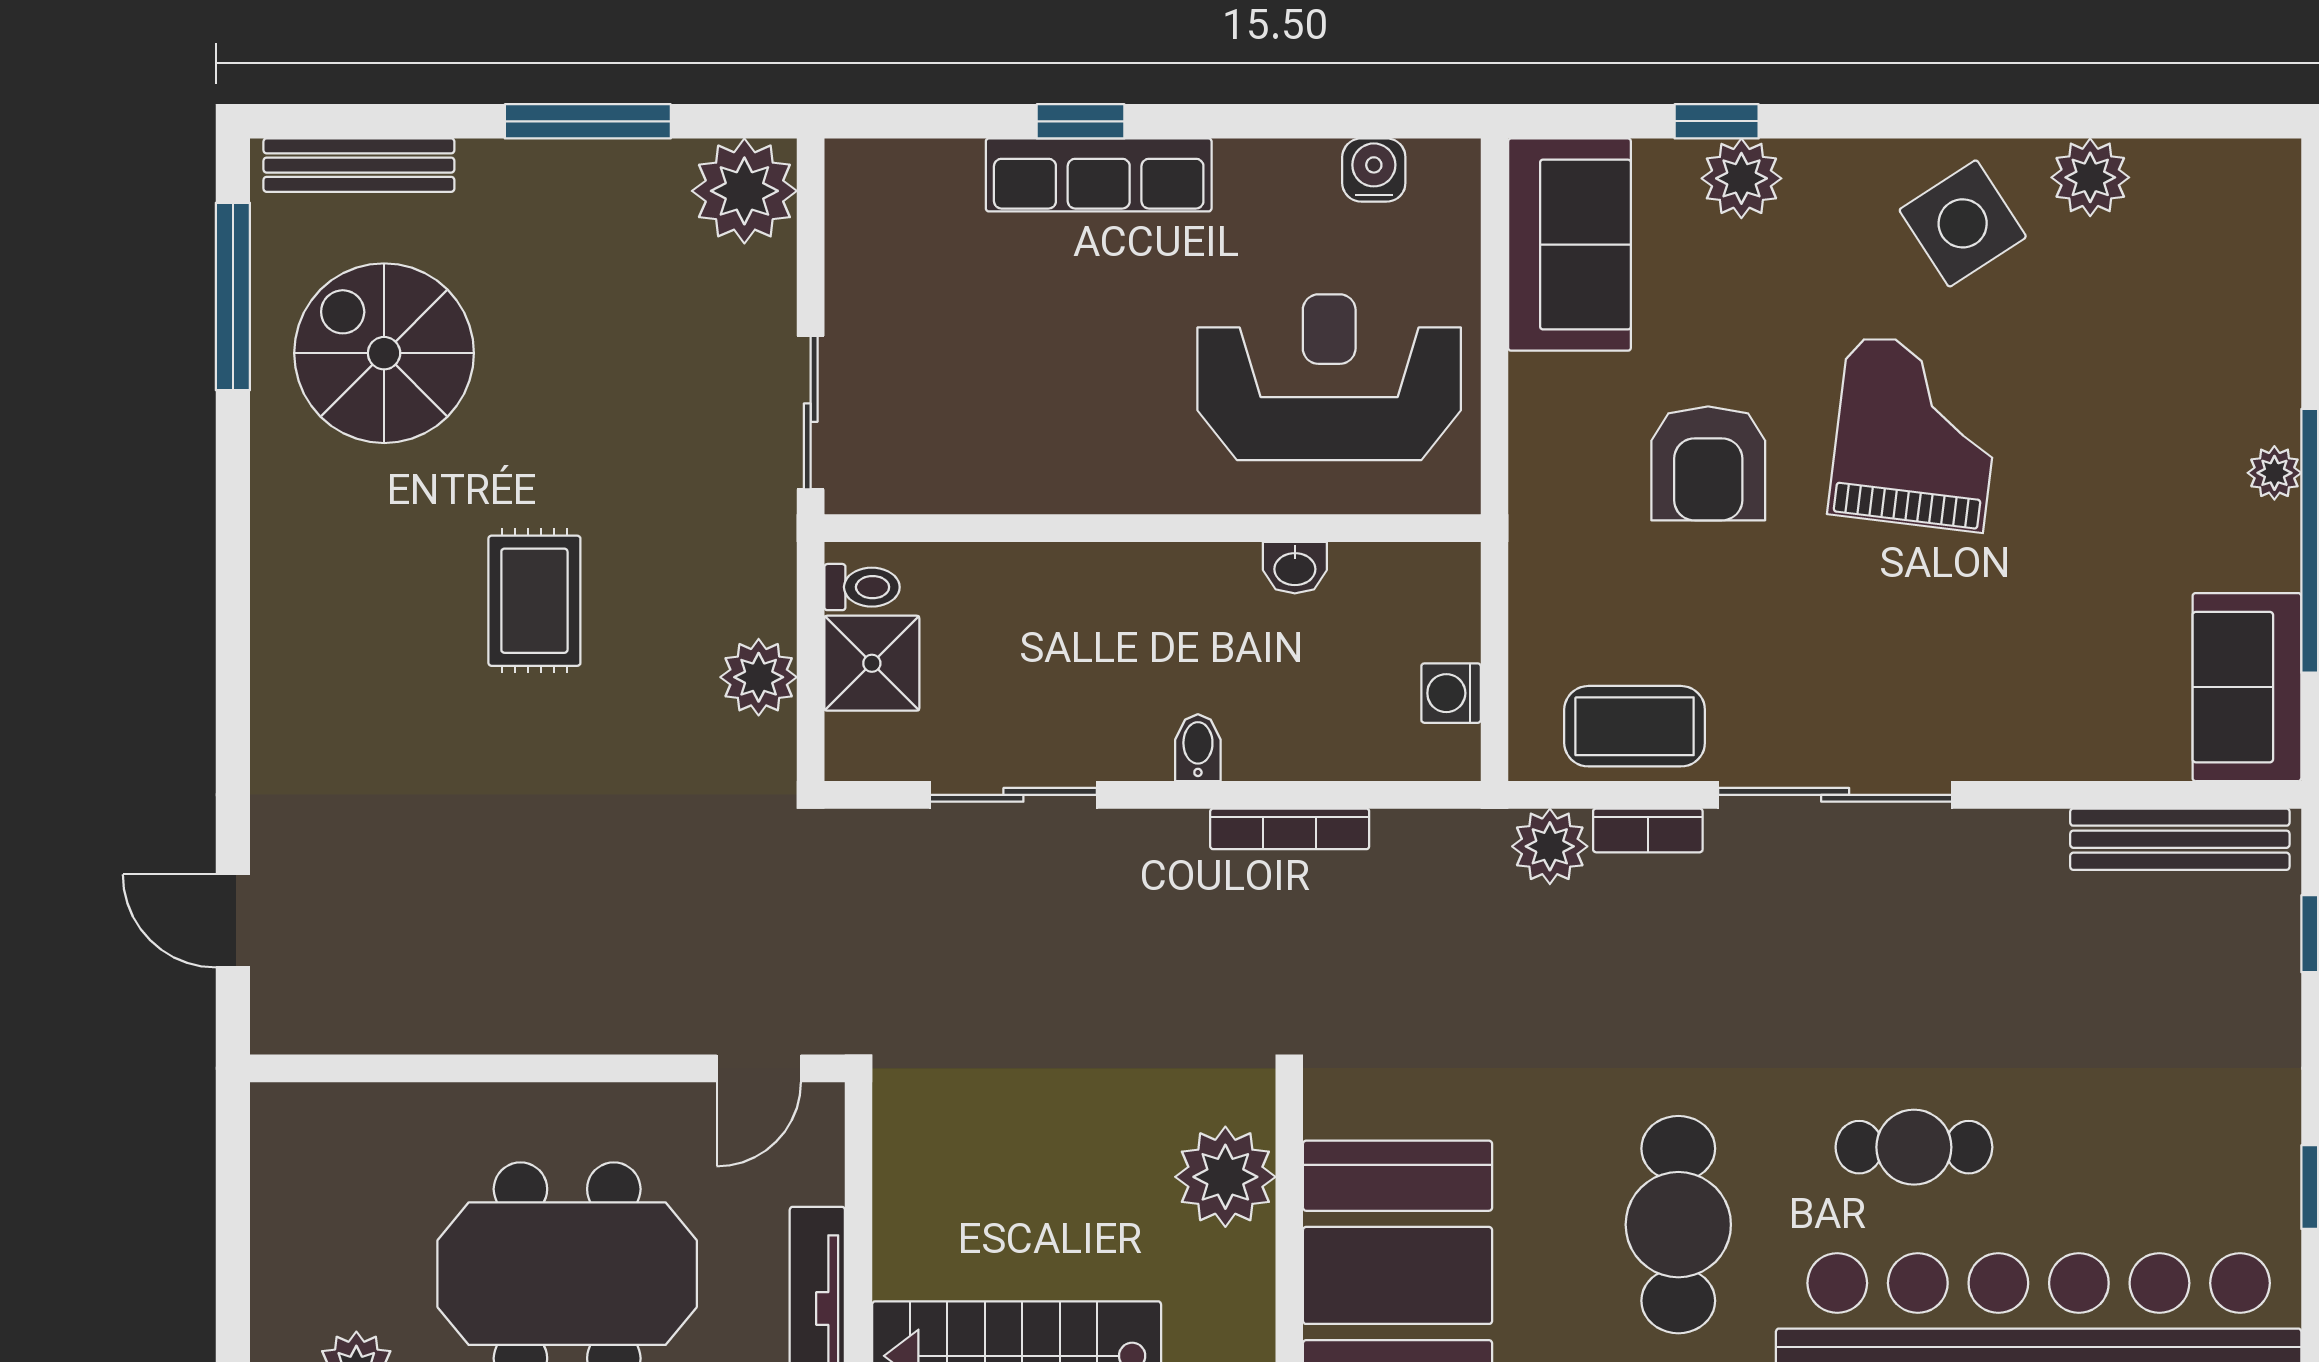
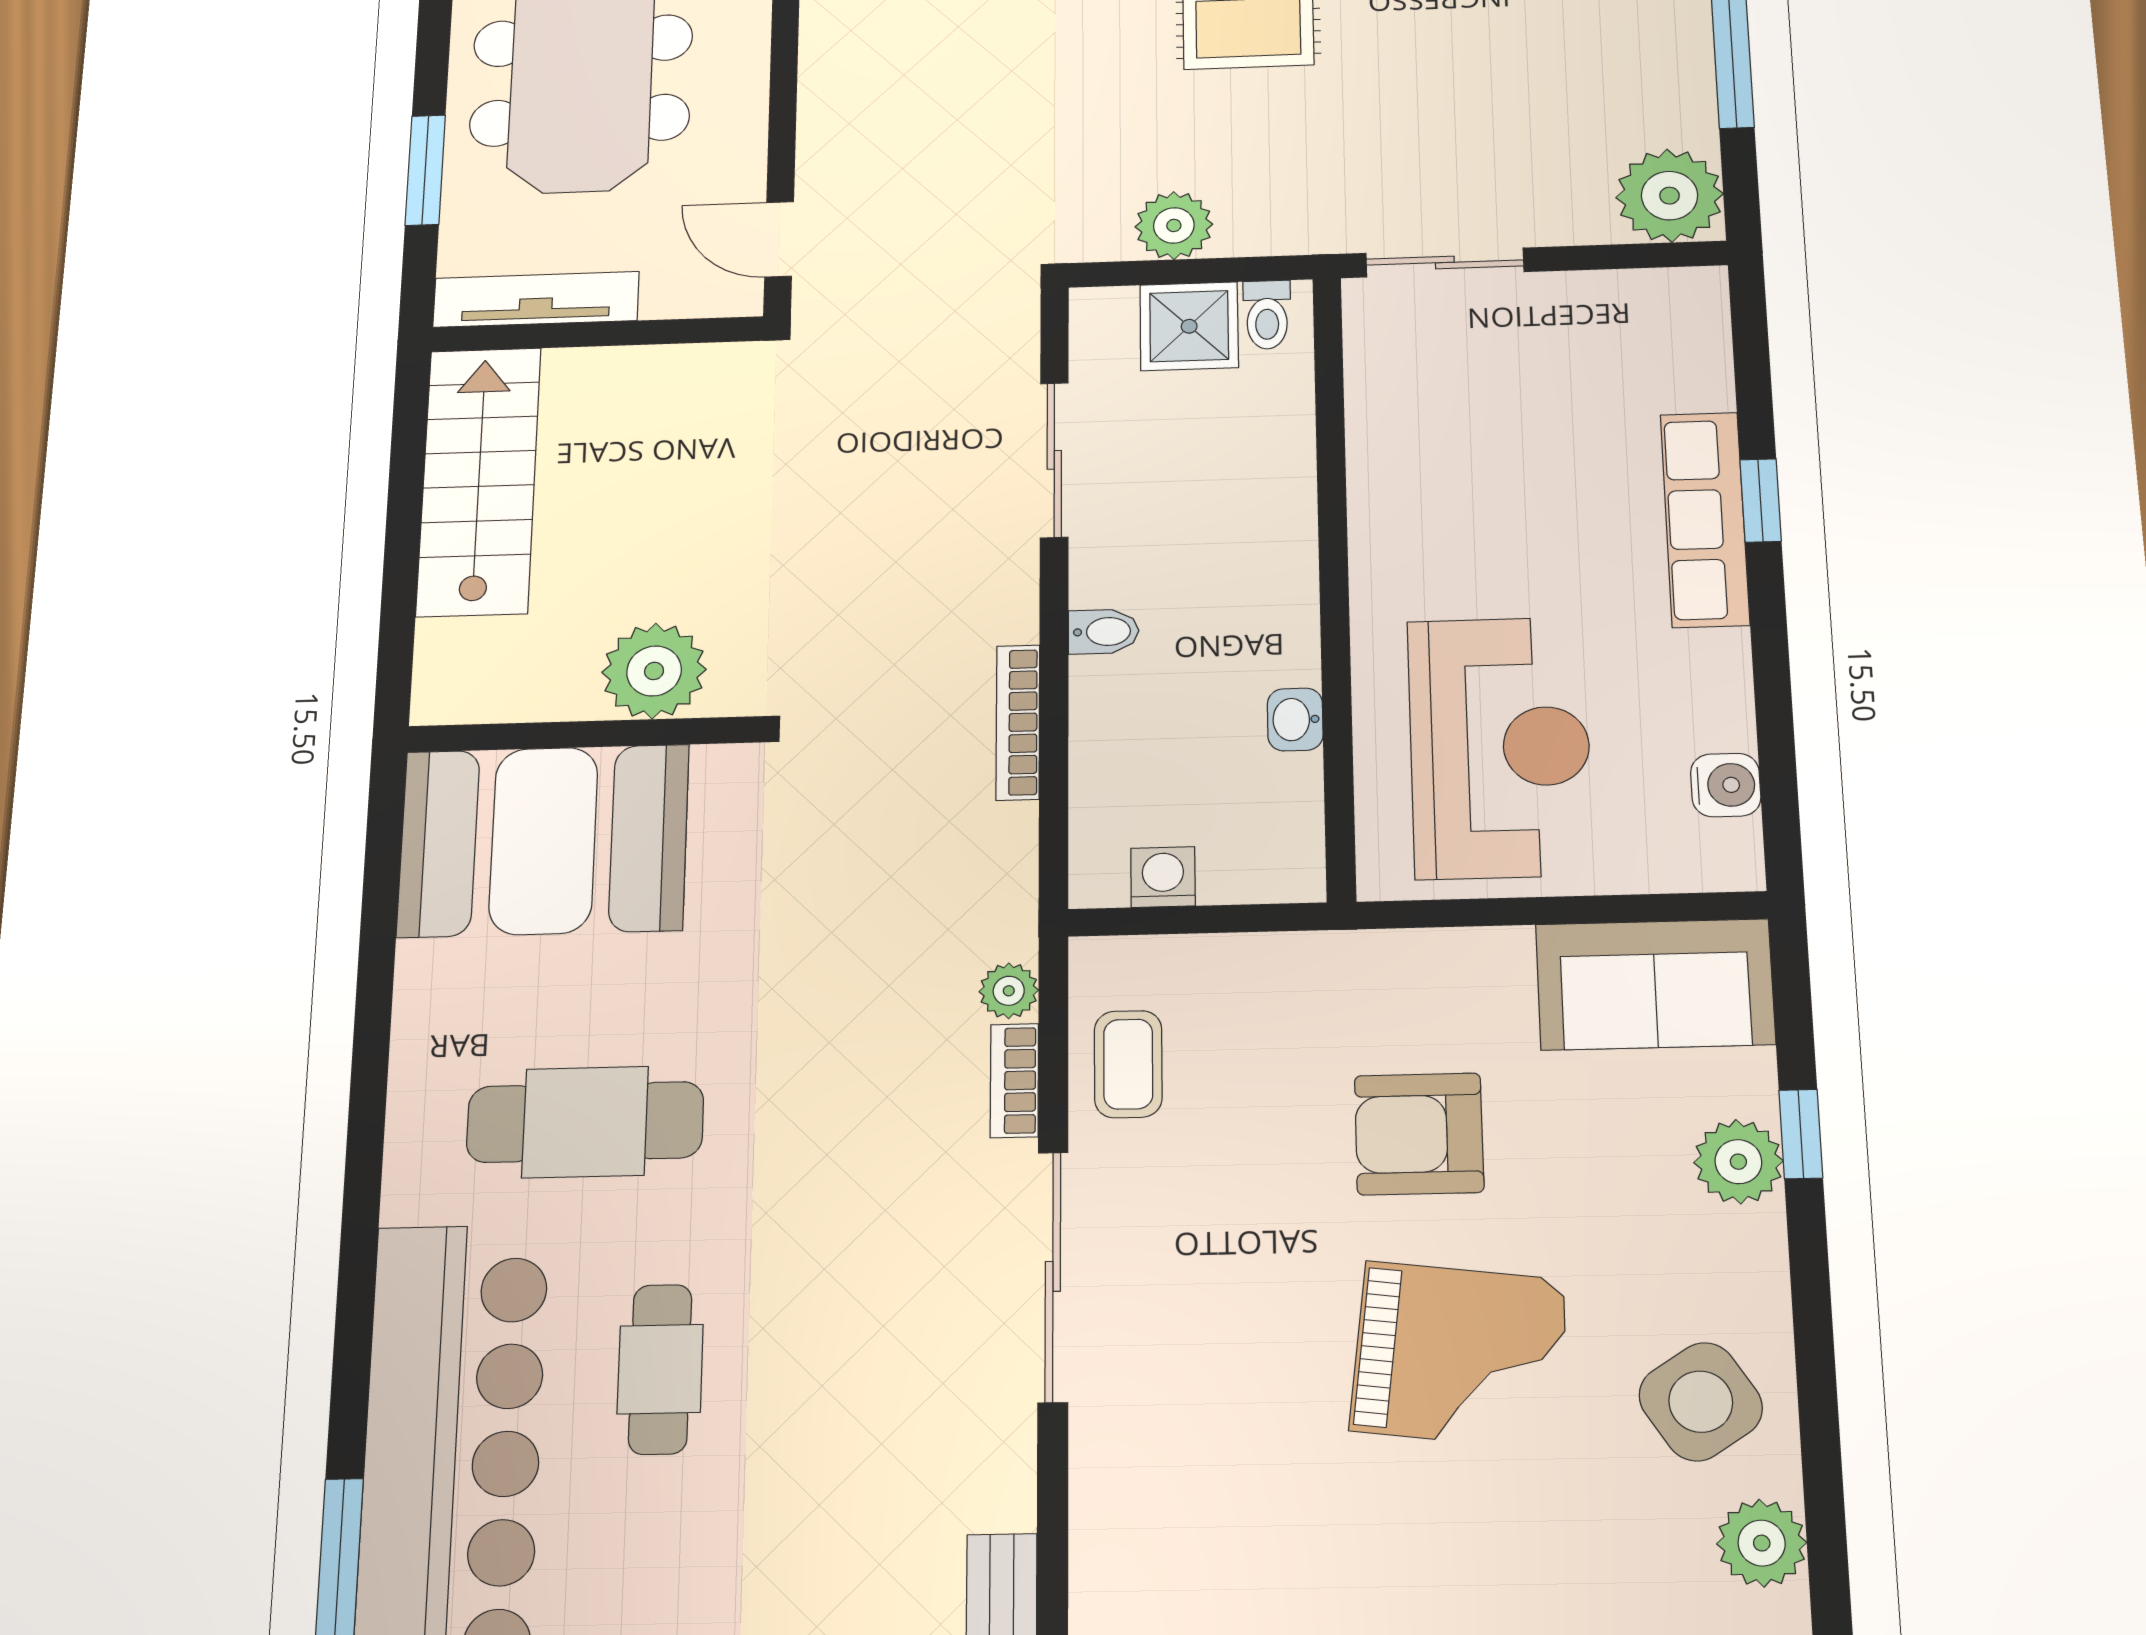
coffee table: (1635, 726) -> (1128, 1064), width x0.73, depth x0.77
plant: (1550, 846) -> (1009, 991), width x0.73, depth x0.73

